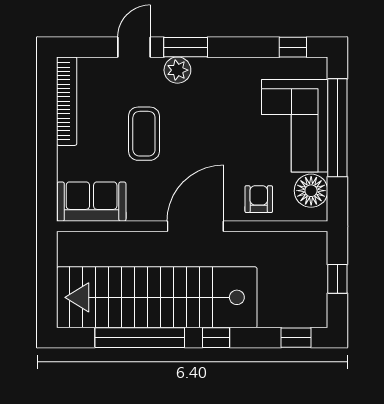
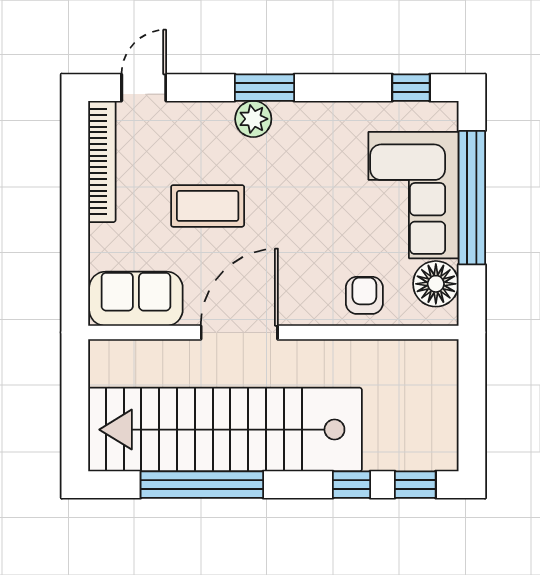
door: (134, 47) -> (144, 88), moved
coffee table: (144, 134) -> (208, 206), turned 90
door: (195, 226) -> (239, 332), moved
window: (337, 279) -> (472, 404), removed
window: (216, 338) -> (351, 485), moved

